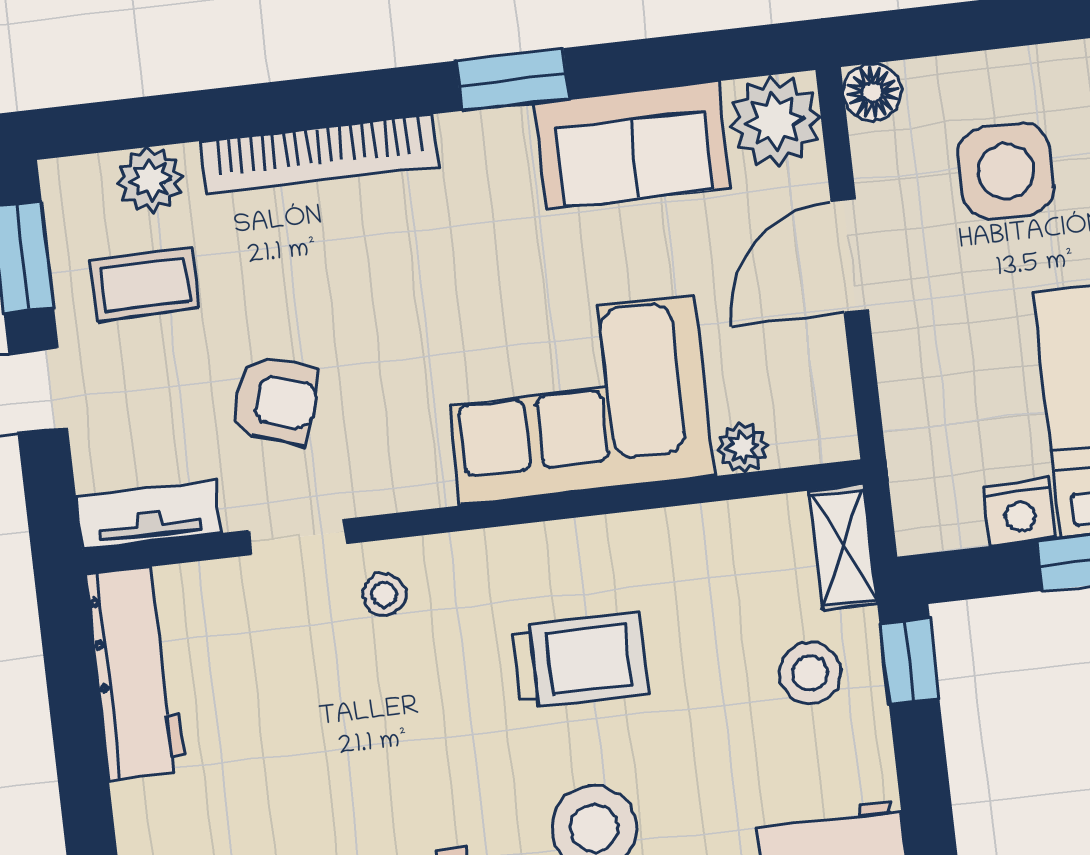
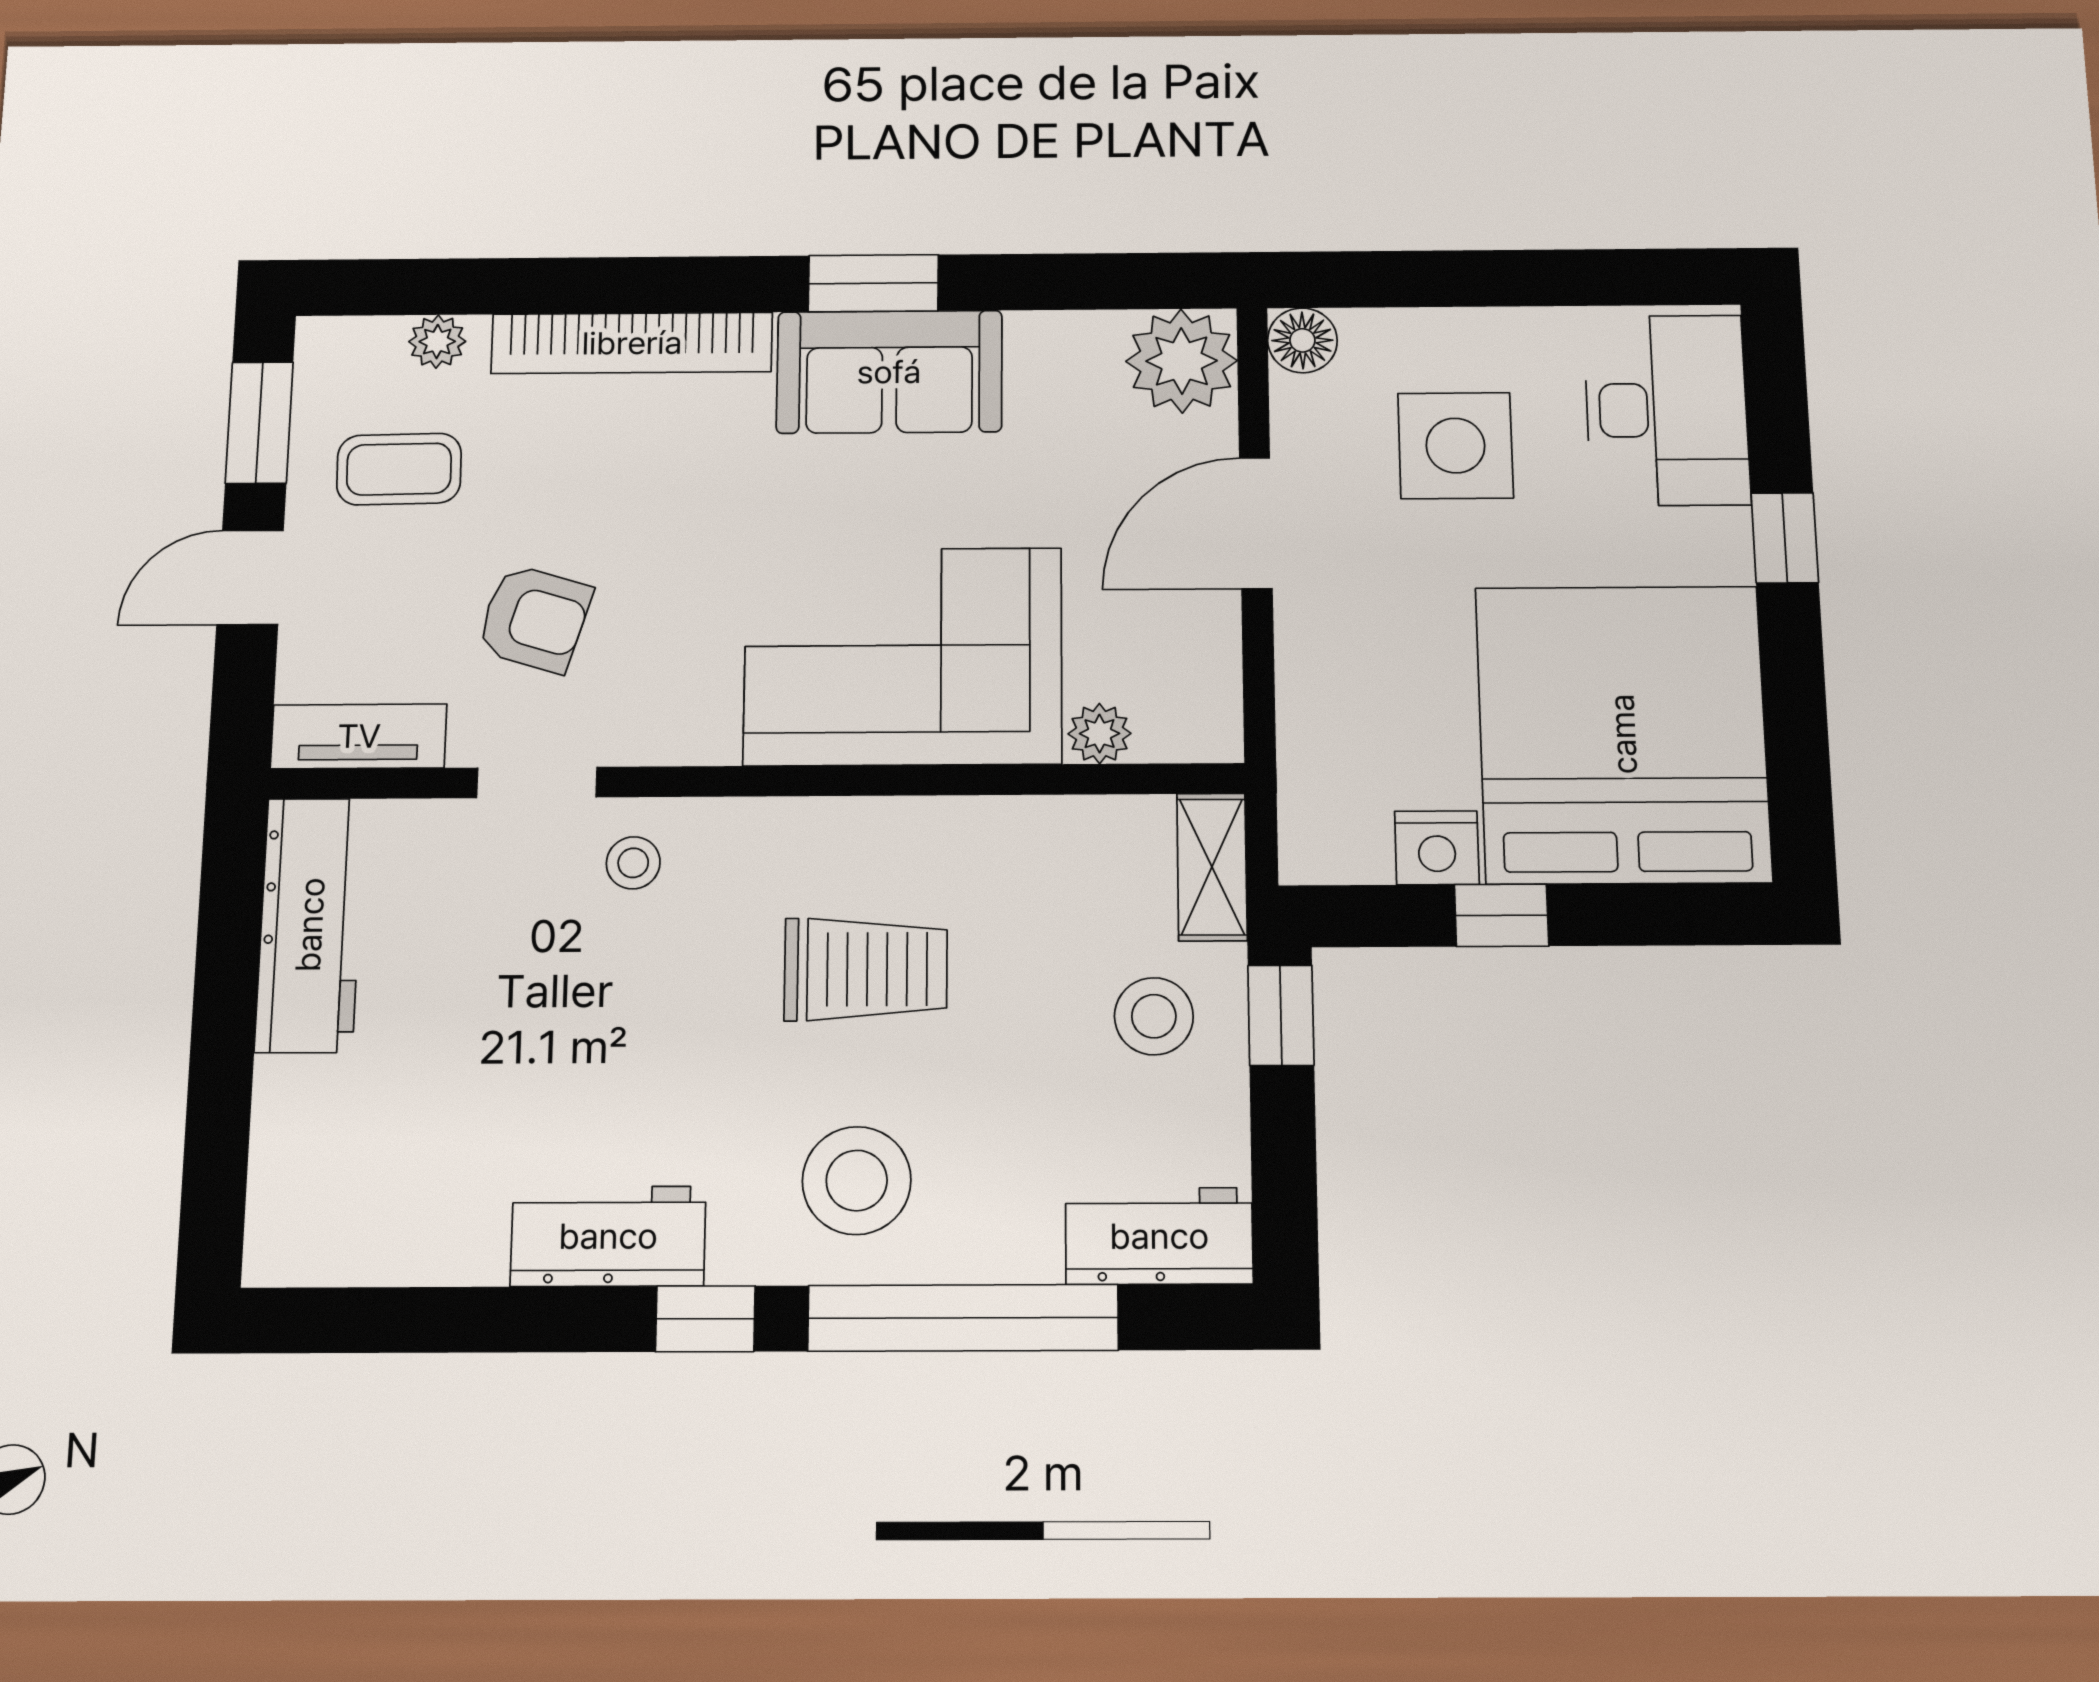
sofa: (633, 145) -> (889, 372), moved
plant: (150, 180) -> (437, 342), width x0.73, depth x0.73

